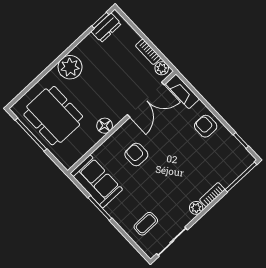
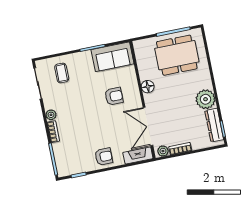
dresser: (106, 28) -> (214, 125), width x1.44
plant: (70, 67) -> (206, 99), moved

